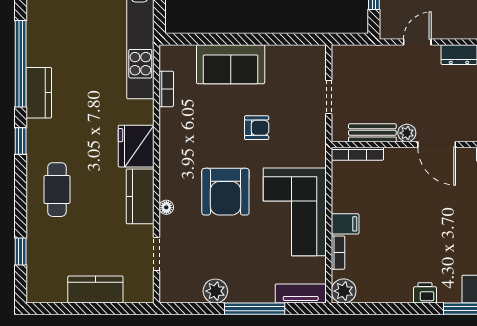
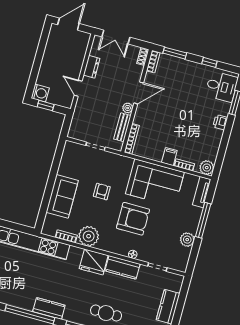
plant: (177, 126) -> (89, 236), added

